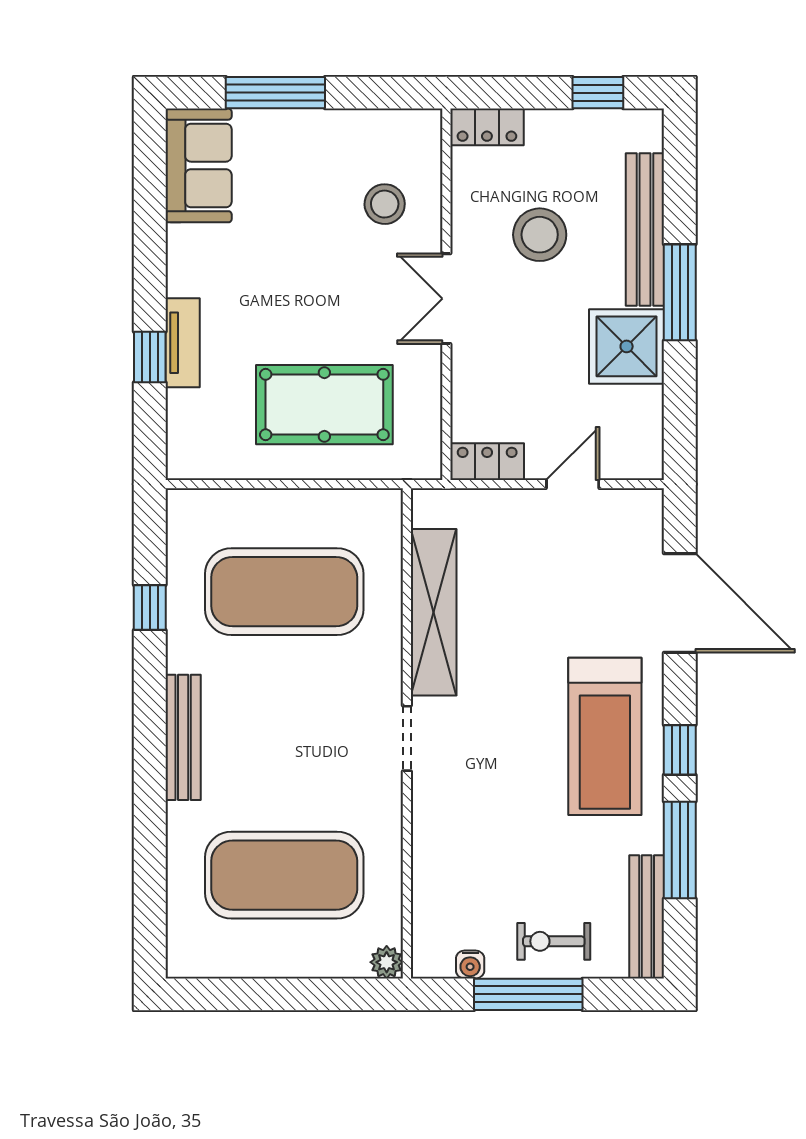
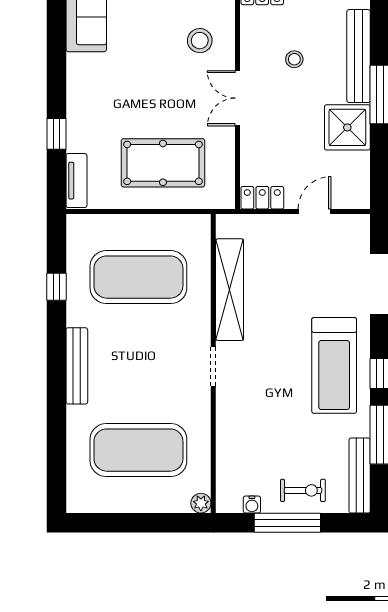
stool: (540, 235) -> (294, 59), width x0.53, depth x0.53
tv unit: (183, 343) -> (76, 181), moved
exercise bike: (554, 941) -> (303, 490), turned 180

